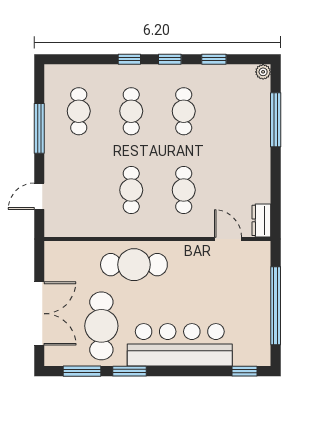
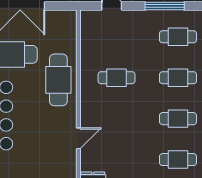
cafe table: (184, 190) -> (178, 160), moved
door: (228, 239) -> (78, 138), moved

